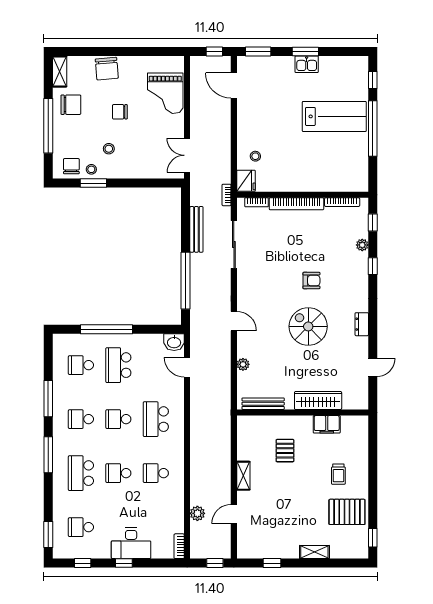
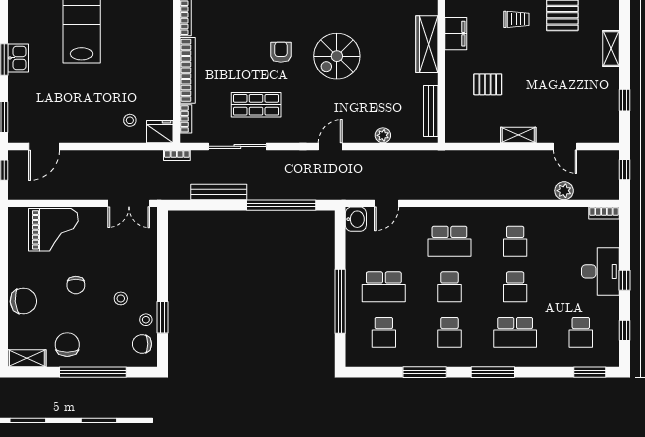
shop shelf: (268, 260) -> (256, 105), added

